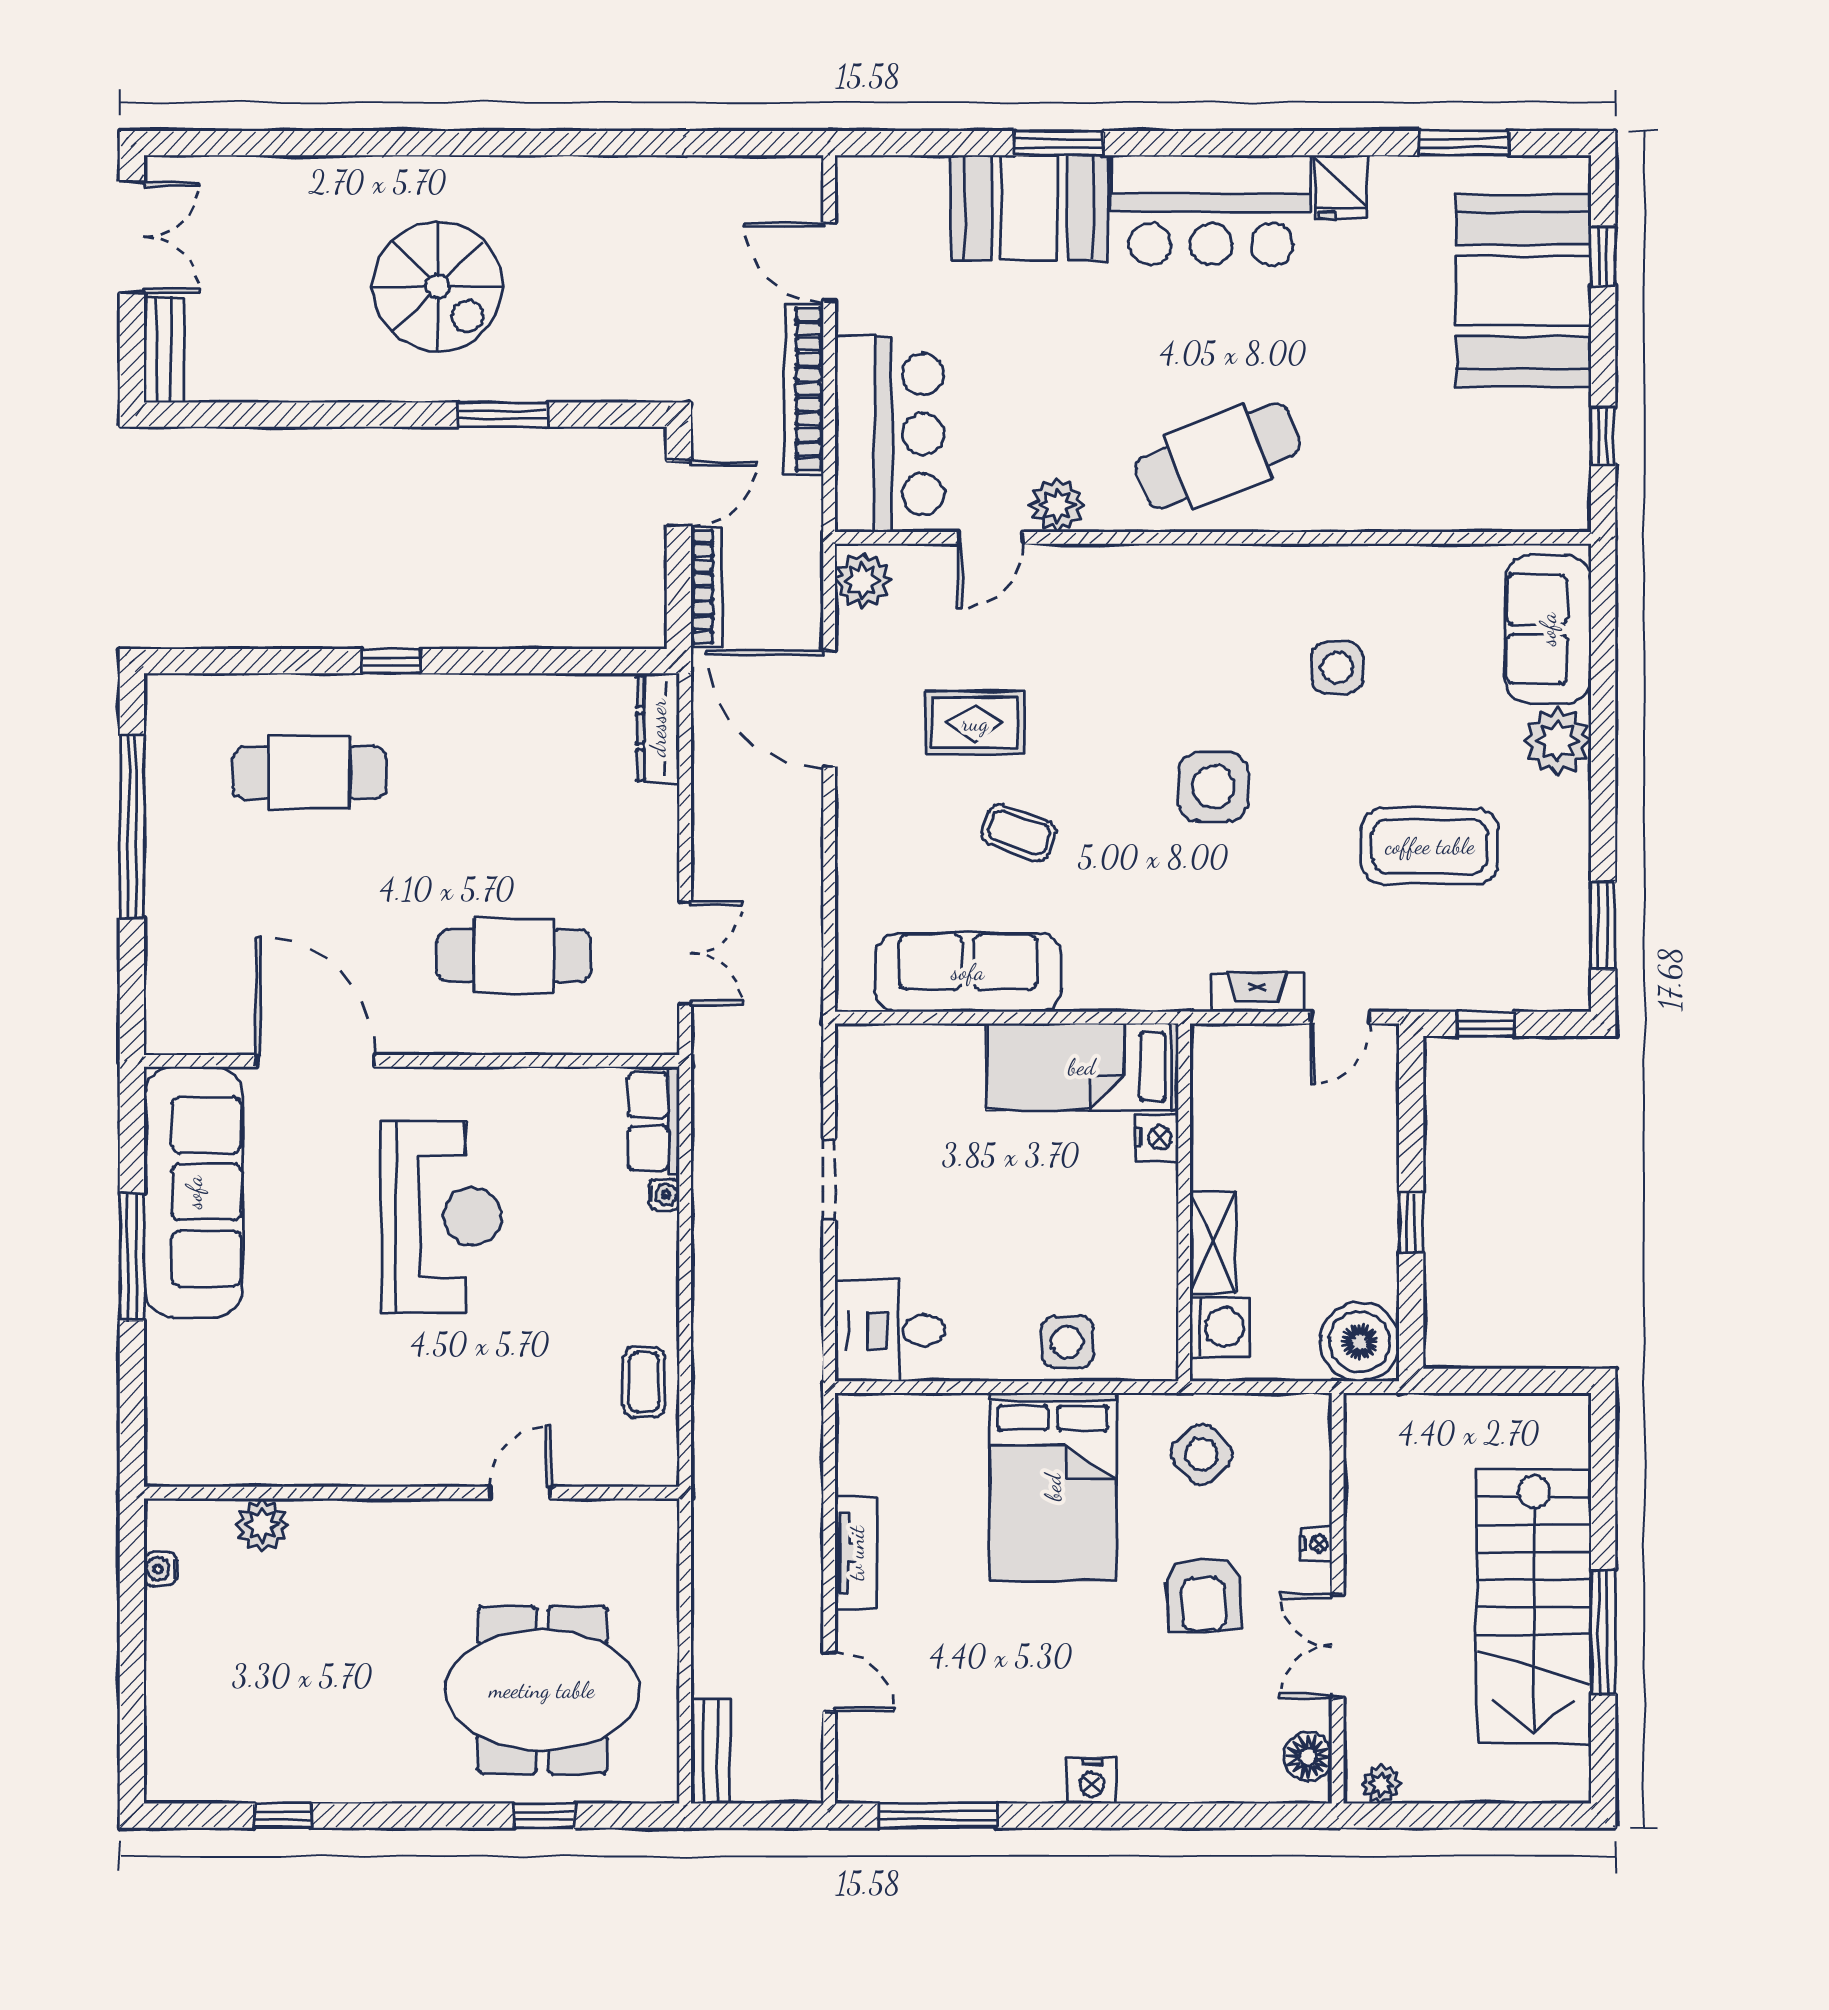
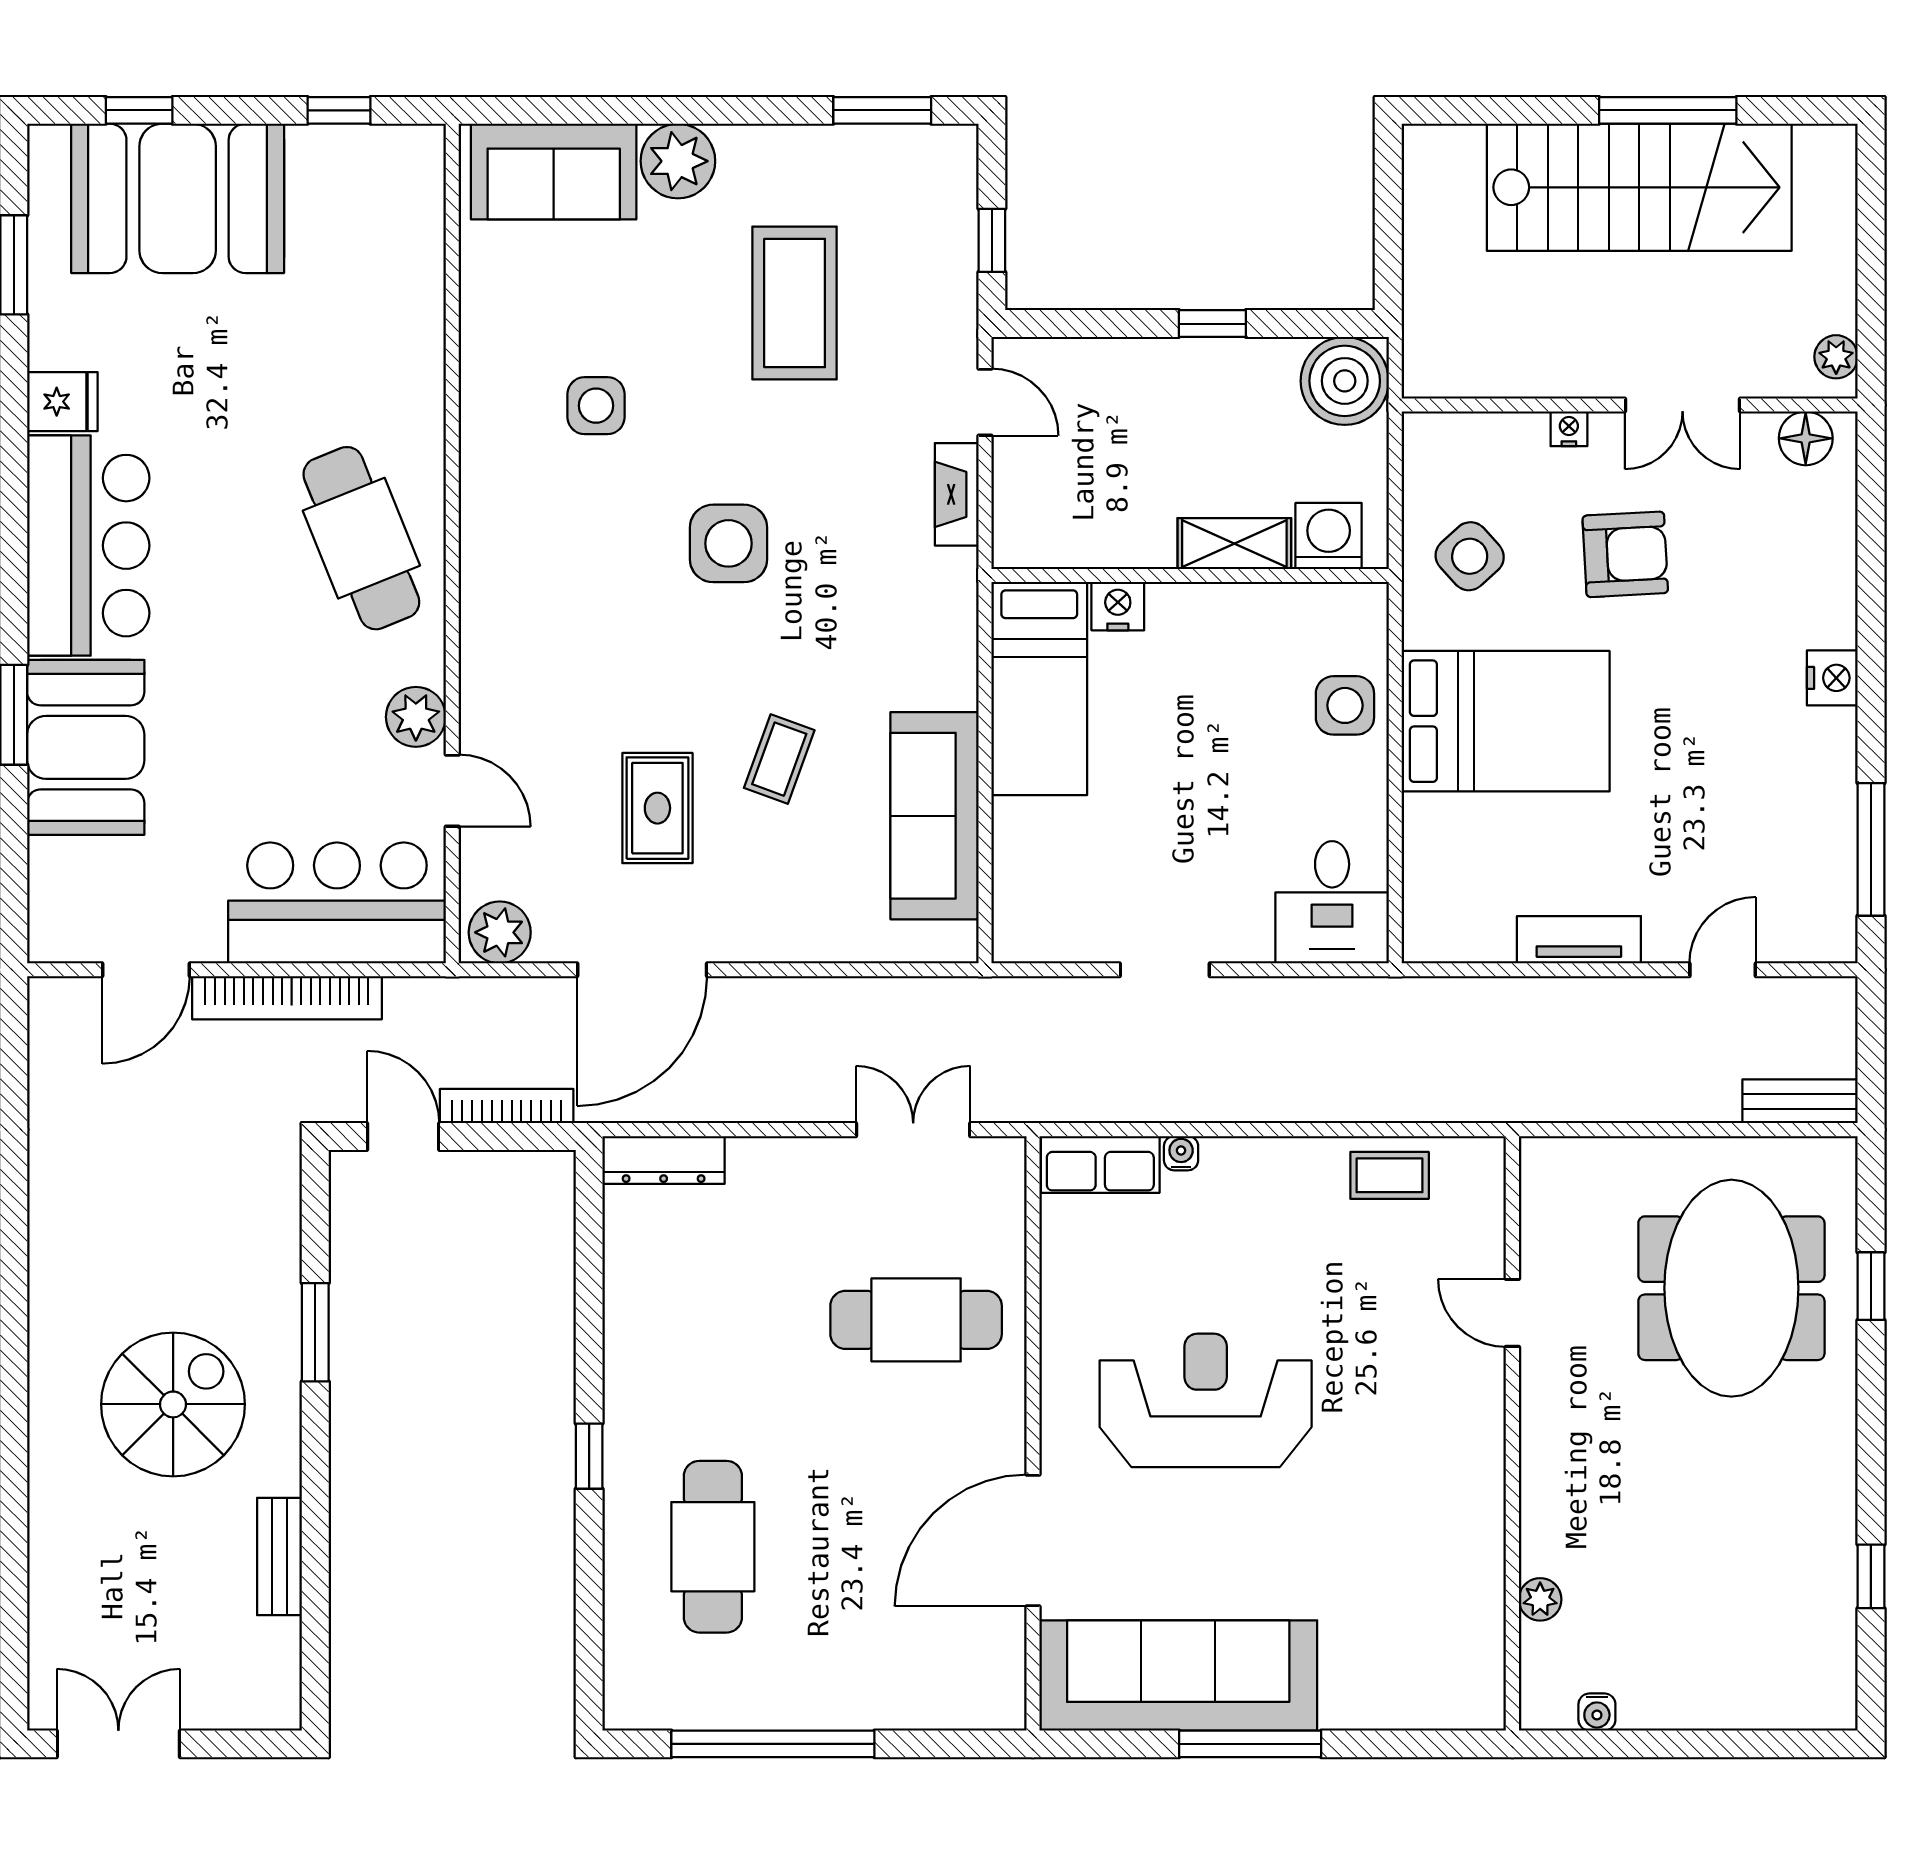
bench: (164, 350) -> (280, 1557), moved, turned 90
cafe table: (514, 956) -> (916, 1320), turned 90
plant: (262, 1525) -> (1540, 1599), width x0.73, depth x0.73

